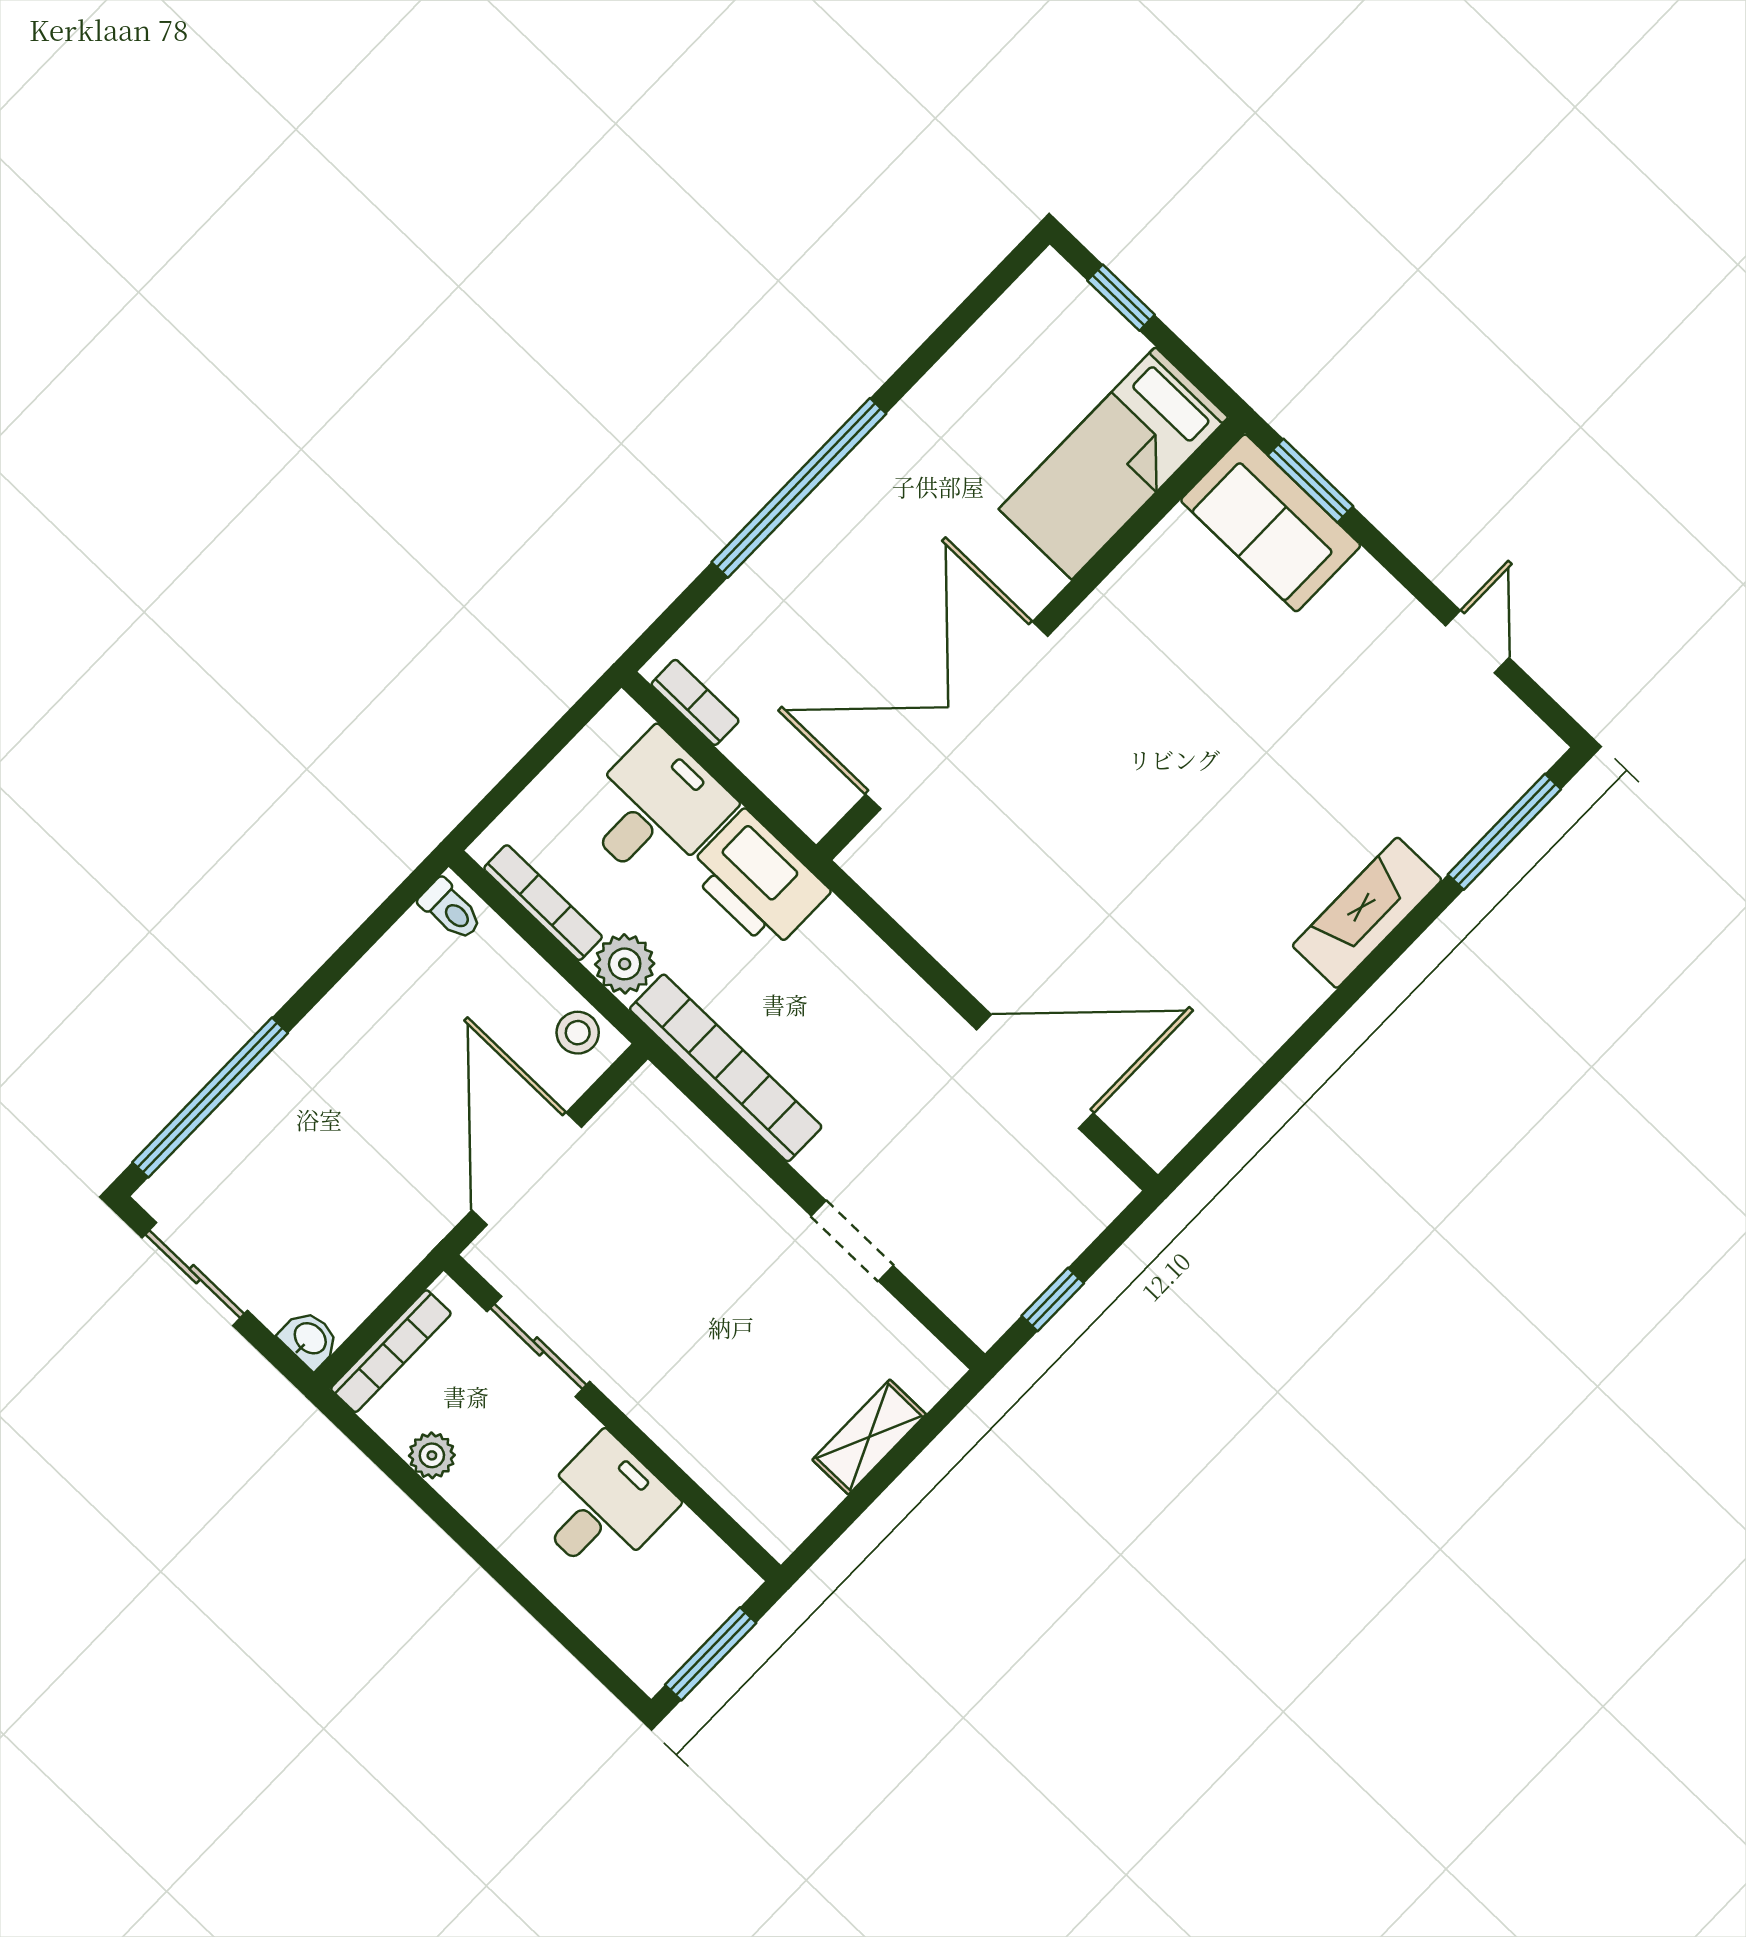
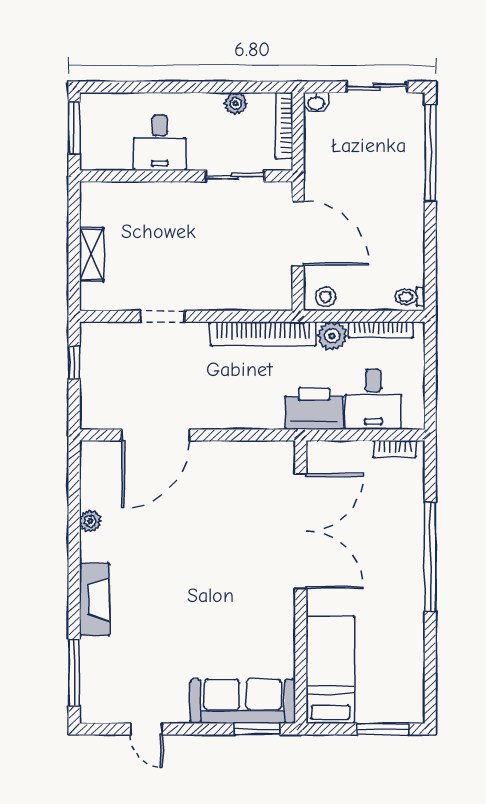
window: (1121, 298) -> (383, 729), width x1.50
sofa: (1271, 523) -> (243, 701), width x1.36
plant: (1259, 1037) -> (90, 521), added

